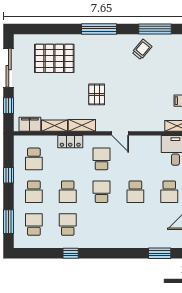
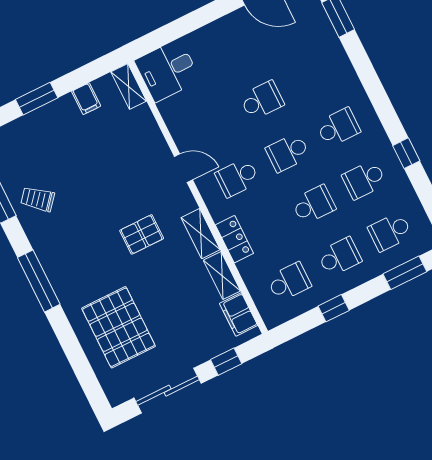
door: (120, 133) -> (183, 168), hinge flipped
school desk: (169, 192) -> (338, 127), moved

